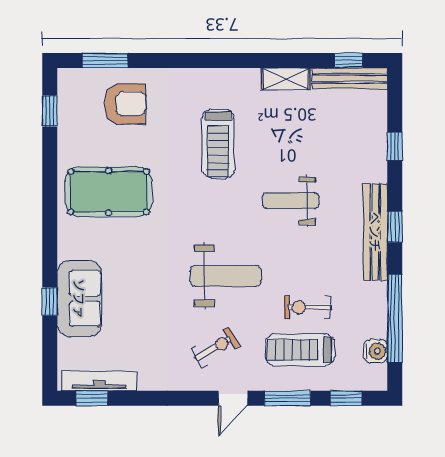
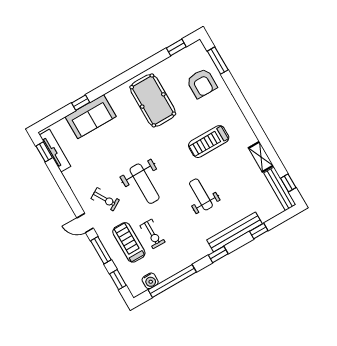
bench: (375, 232) -> (235, 232), moved
exercise bike: (307, 307) -> (152, 234), turned 180

